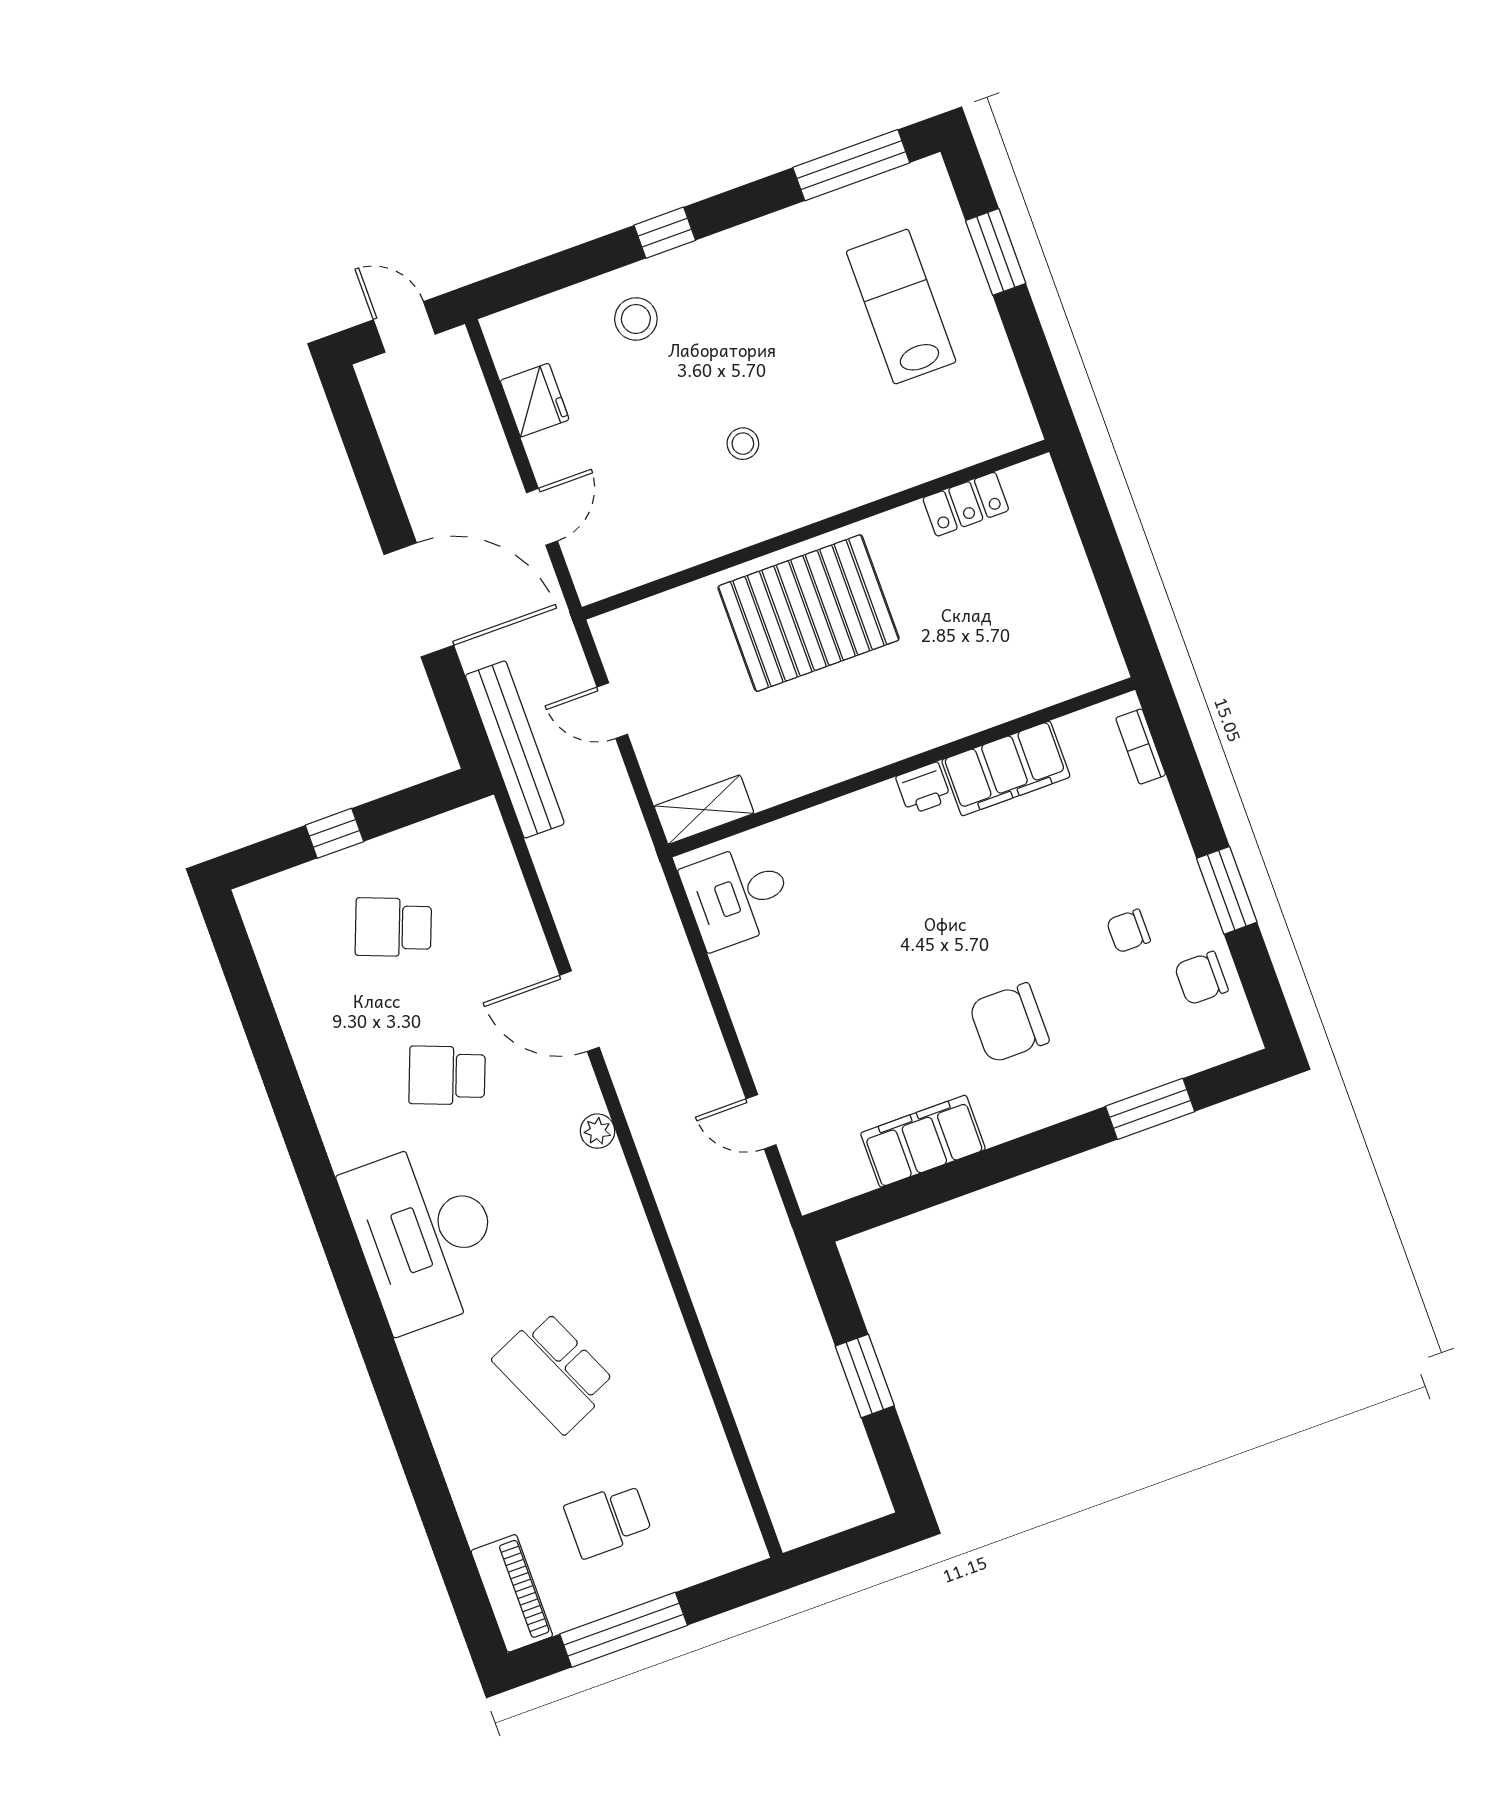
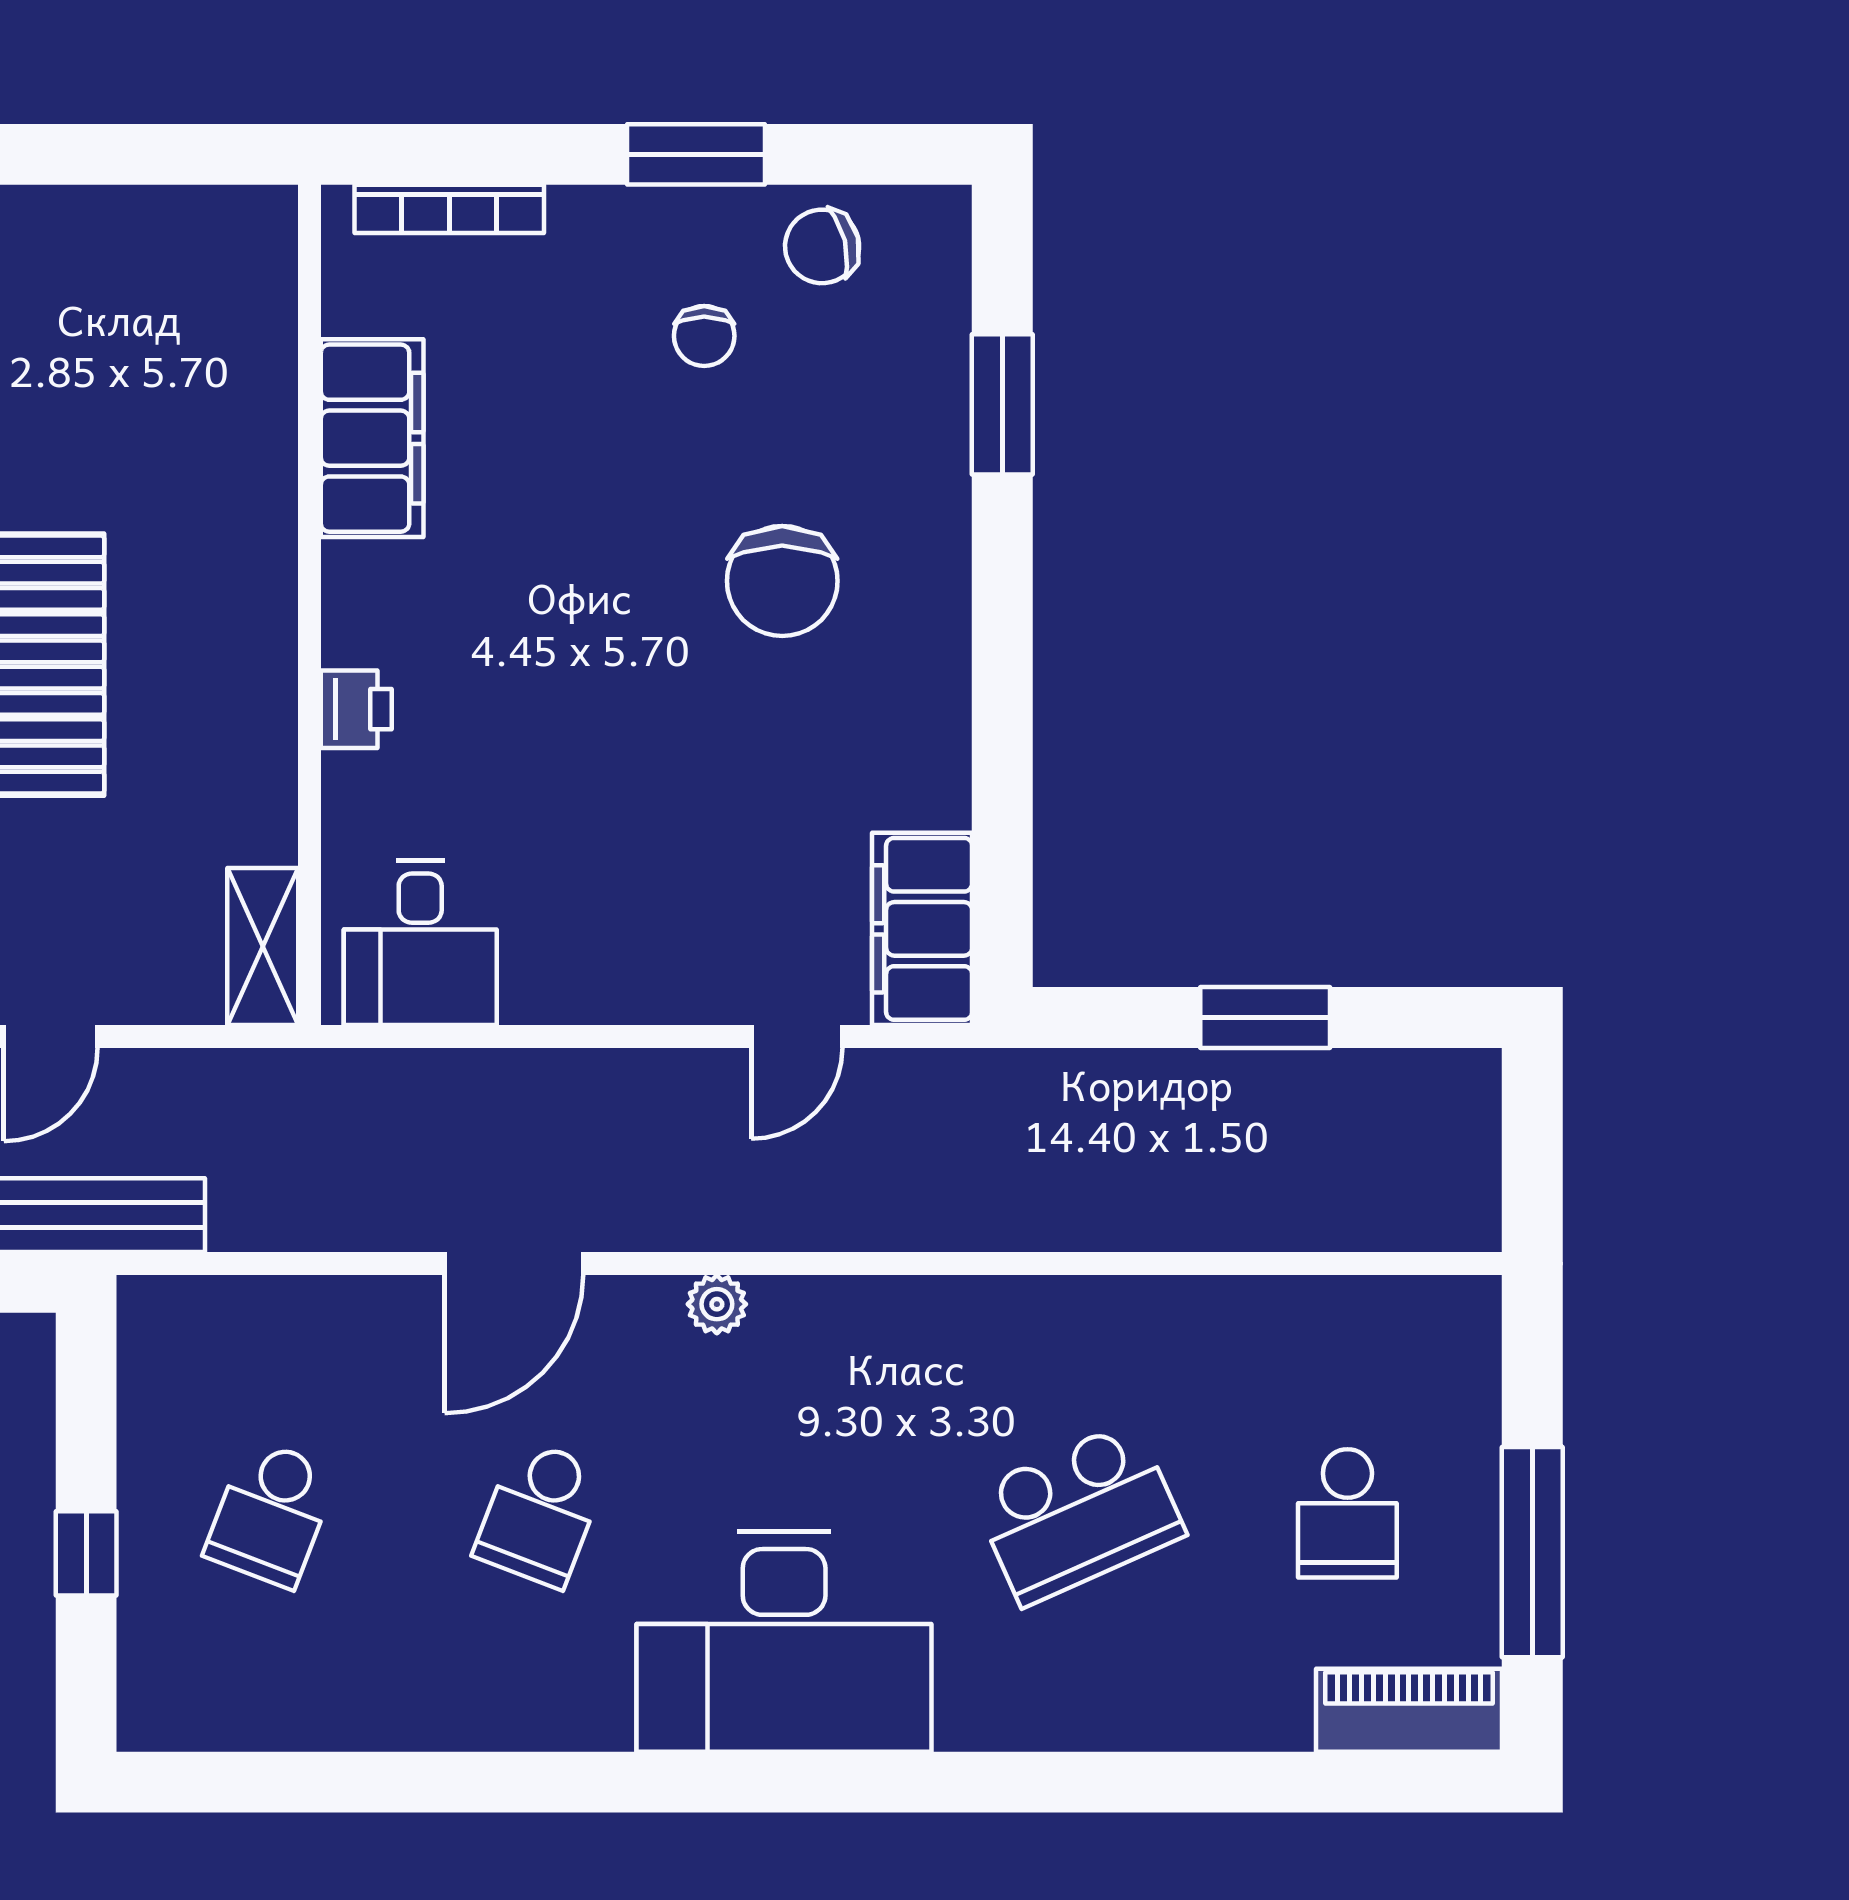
bookcase: (1141, 746) -> (449, 209), width x1.56
printer: (923, 788) -> (356, 709), moved
chair: (1201, 978) -> (822, 246), turned 76
filing cabinet: (923, 1141) -> (922, 929), moved

